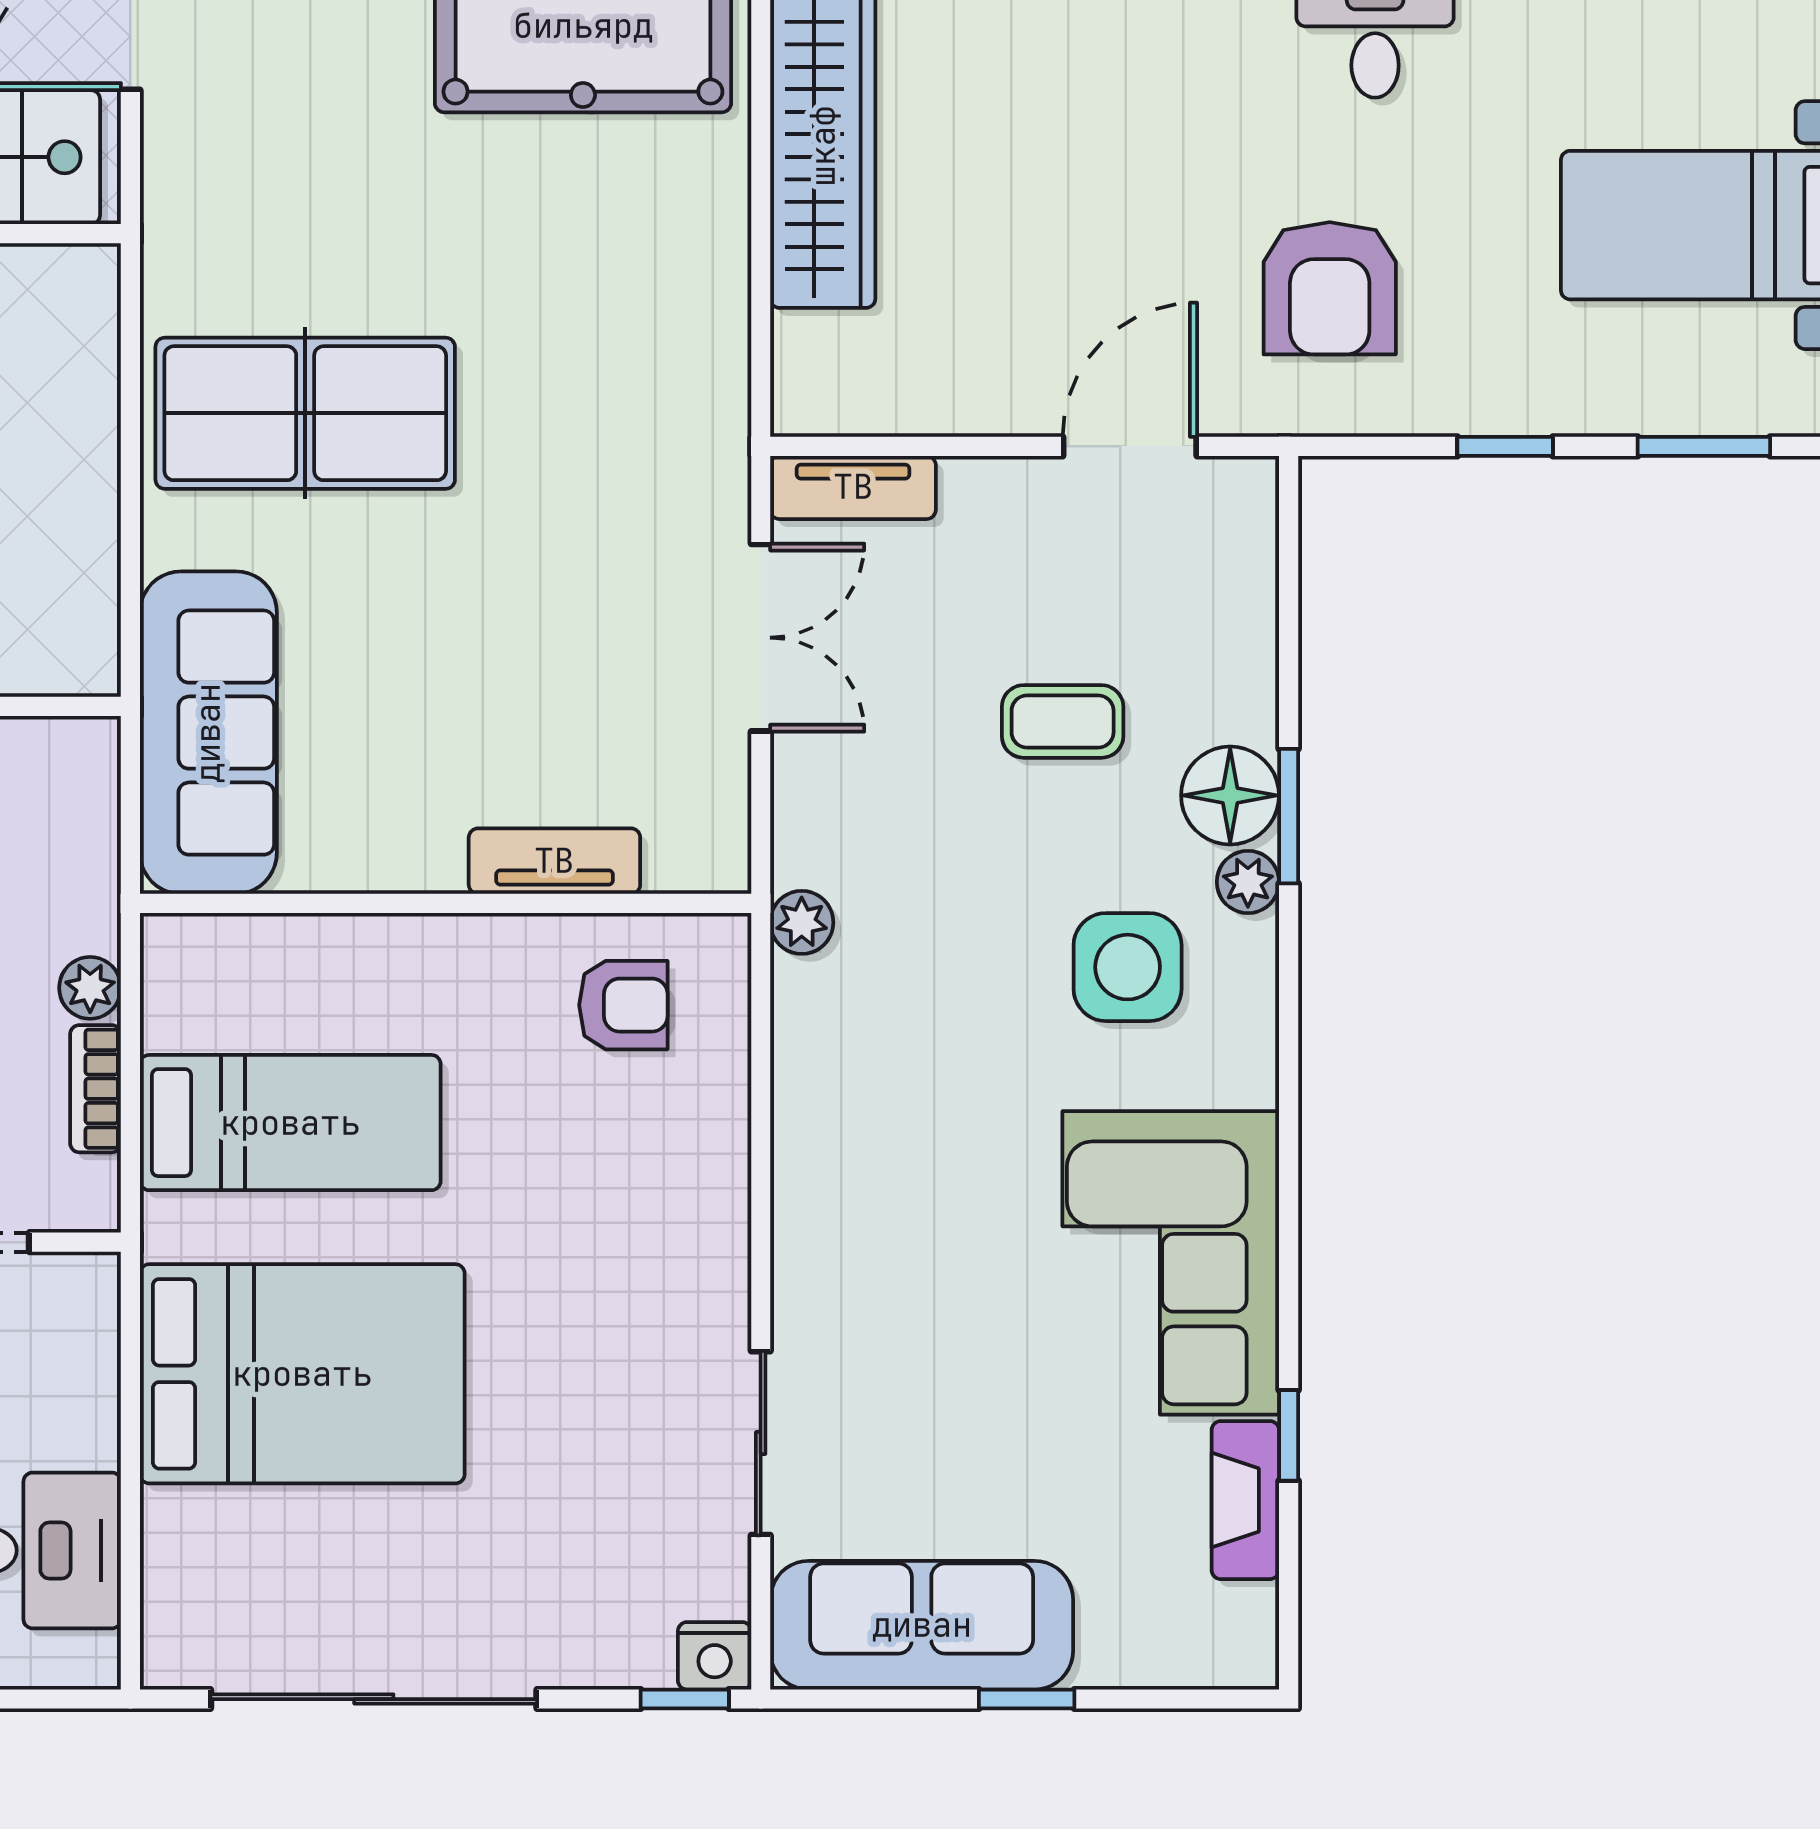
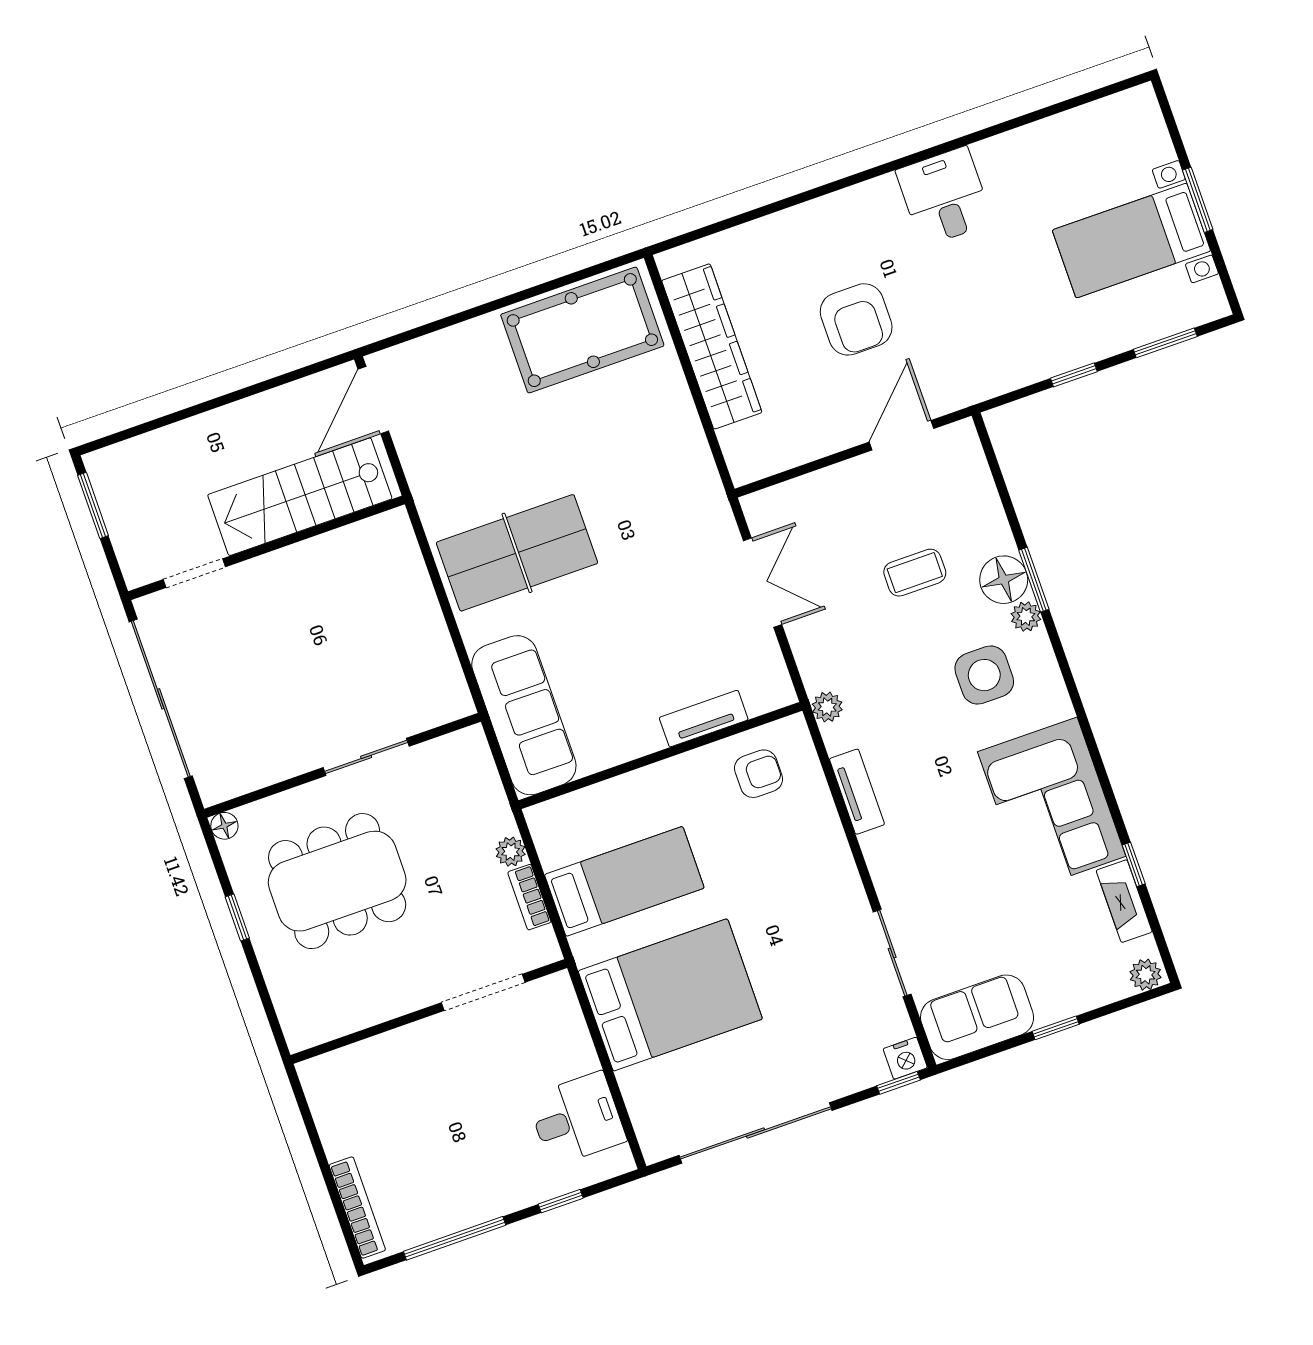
armchair: (1330, 288) -> (856, 319), moved
tv unit: (853, 487) -> (857, 792), moved, turned -90
sofa: (922, 1625) -> (977, 1017), width x0.73
plant: (1237, 1657) -> (1145, 975), added

